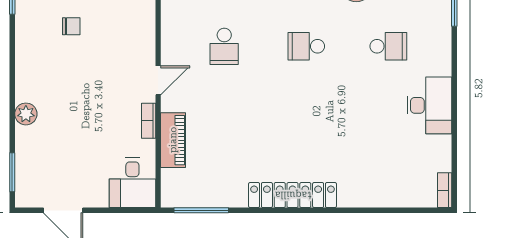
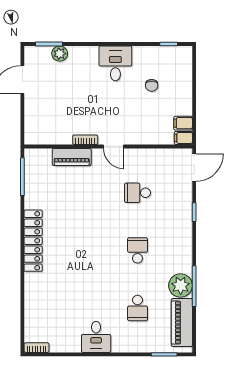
desk: (429, 105) -> (96, 337), width x0.73
plant: (26, 114) -> (60, 54), moved
desk: (132, 183) -> (115, 63), moved, turned 90

